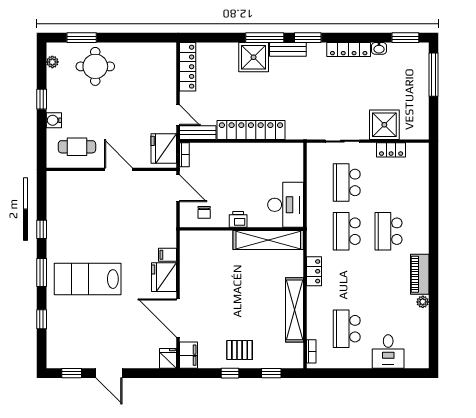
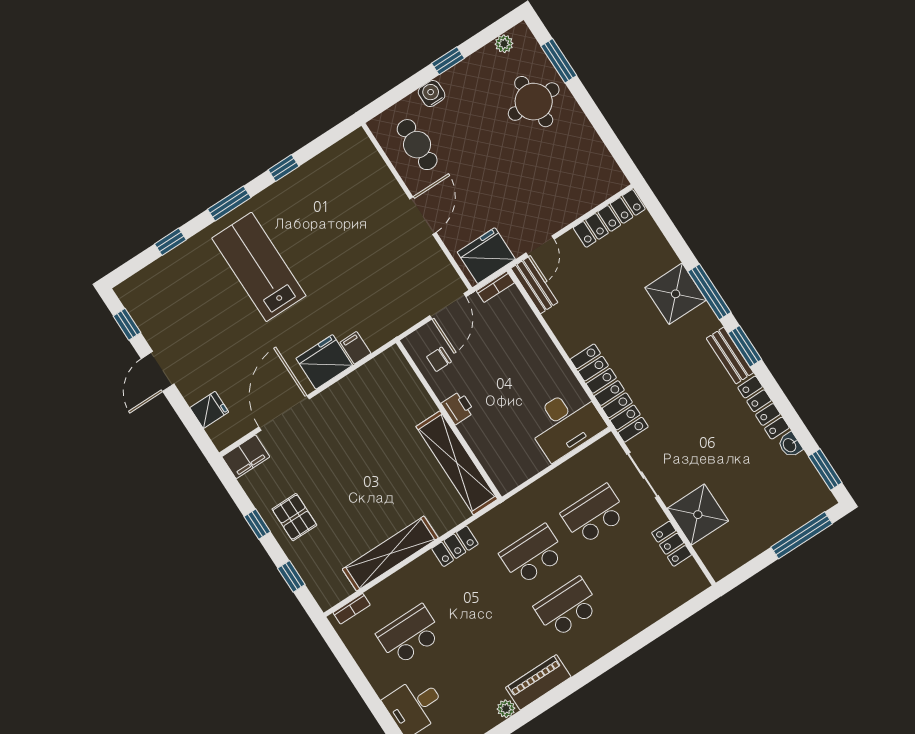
bench: (288, 49) -> (730, 355), moved
locker: (251, 130) -> (609, 393), moved
desk: (286, 205) -> (565, 423), moved
fridge: (168, 358) -> (209, 410), moved

